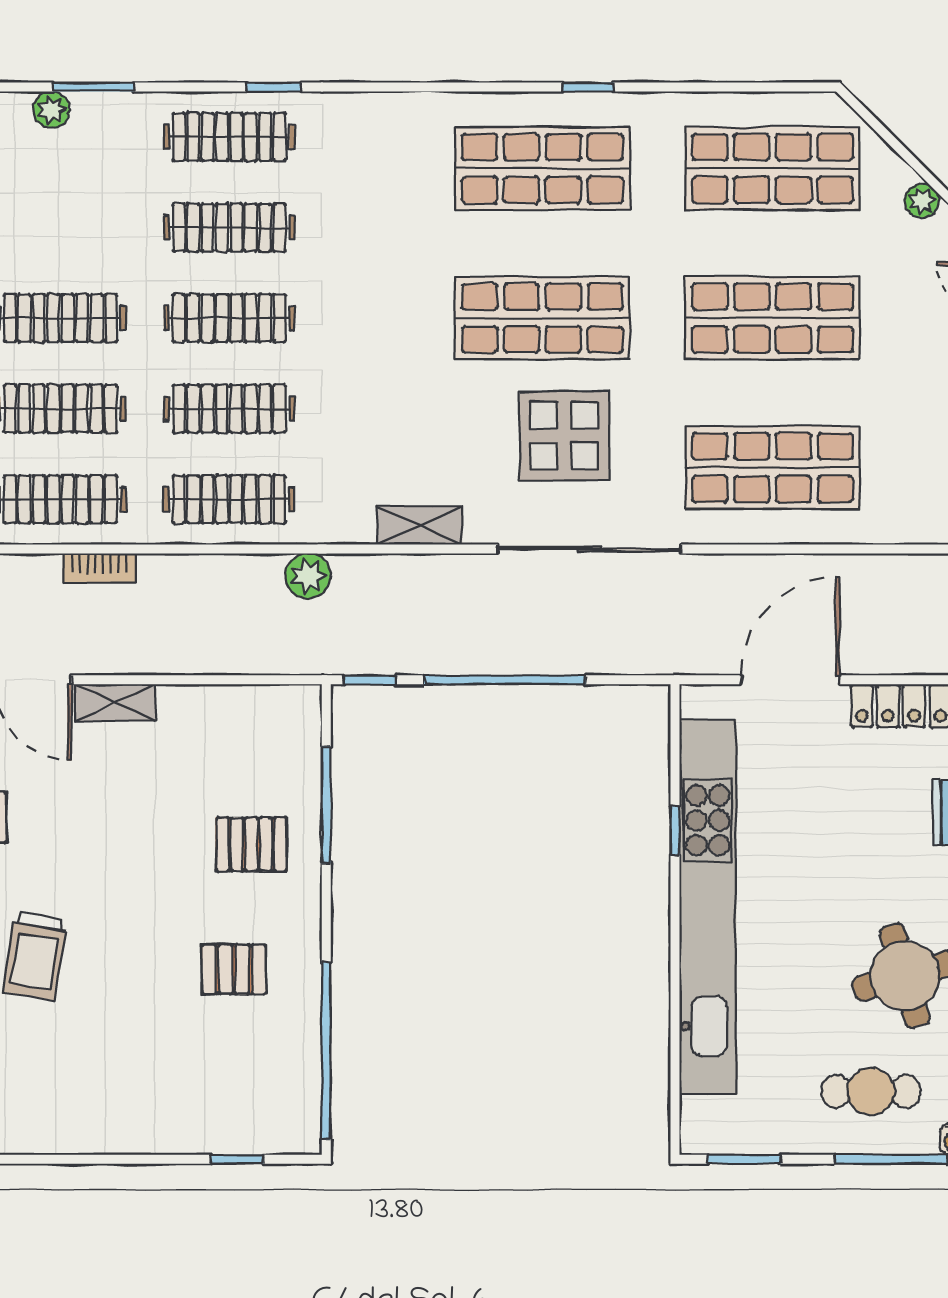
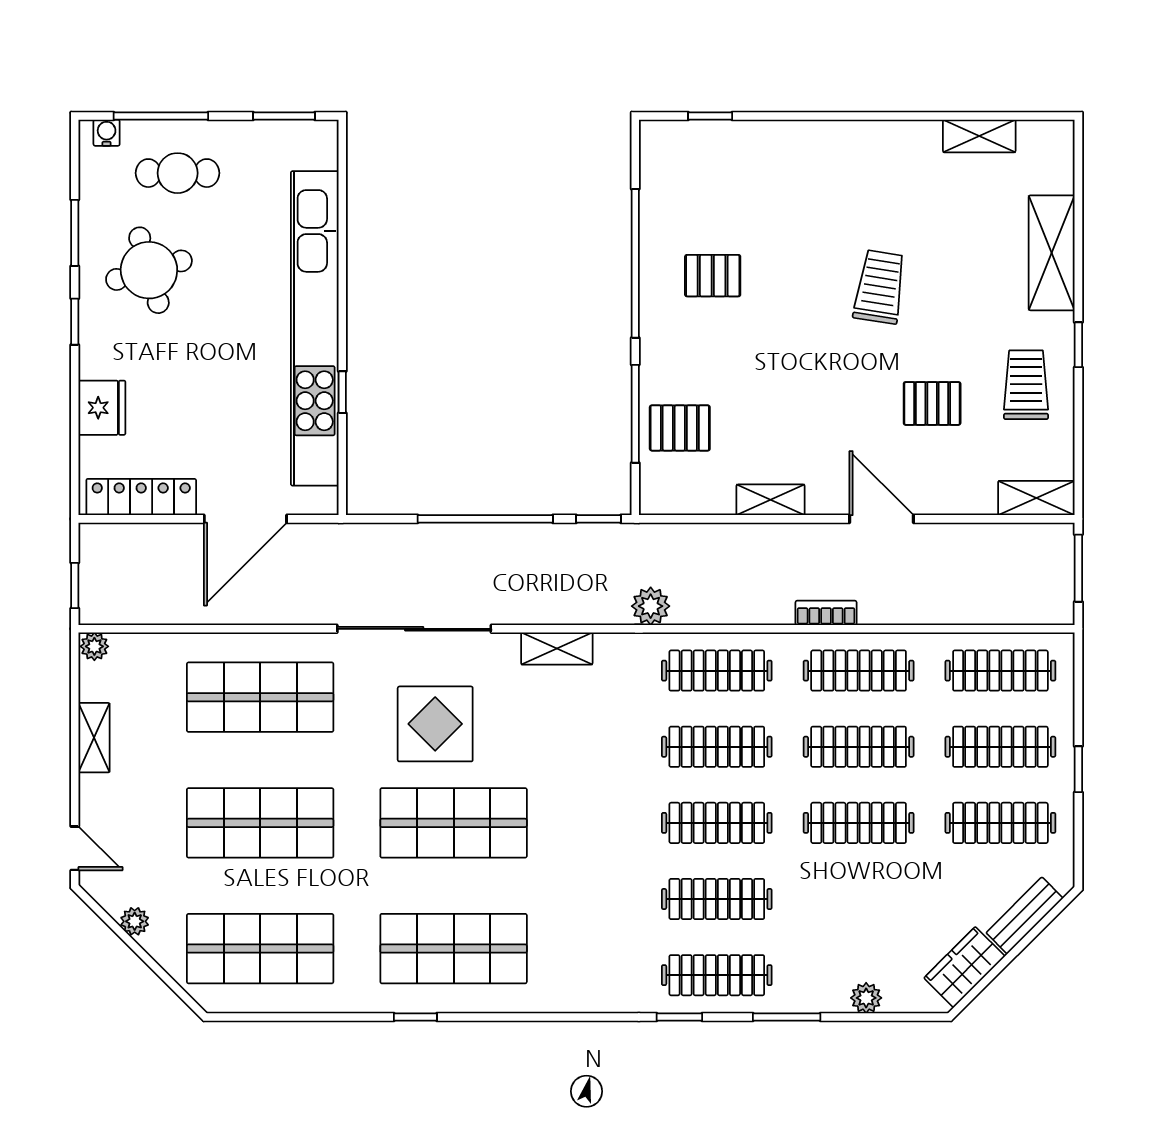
window: (93, 87) -> (787, 1017), moved
shelving: (115, 702) -> (771, 500), moved
pallet: (251, 844) -> (680, 428), moved
window: (326, 1051) -> (635, 263), moved

